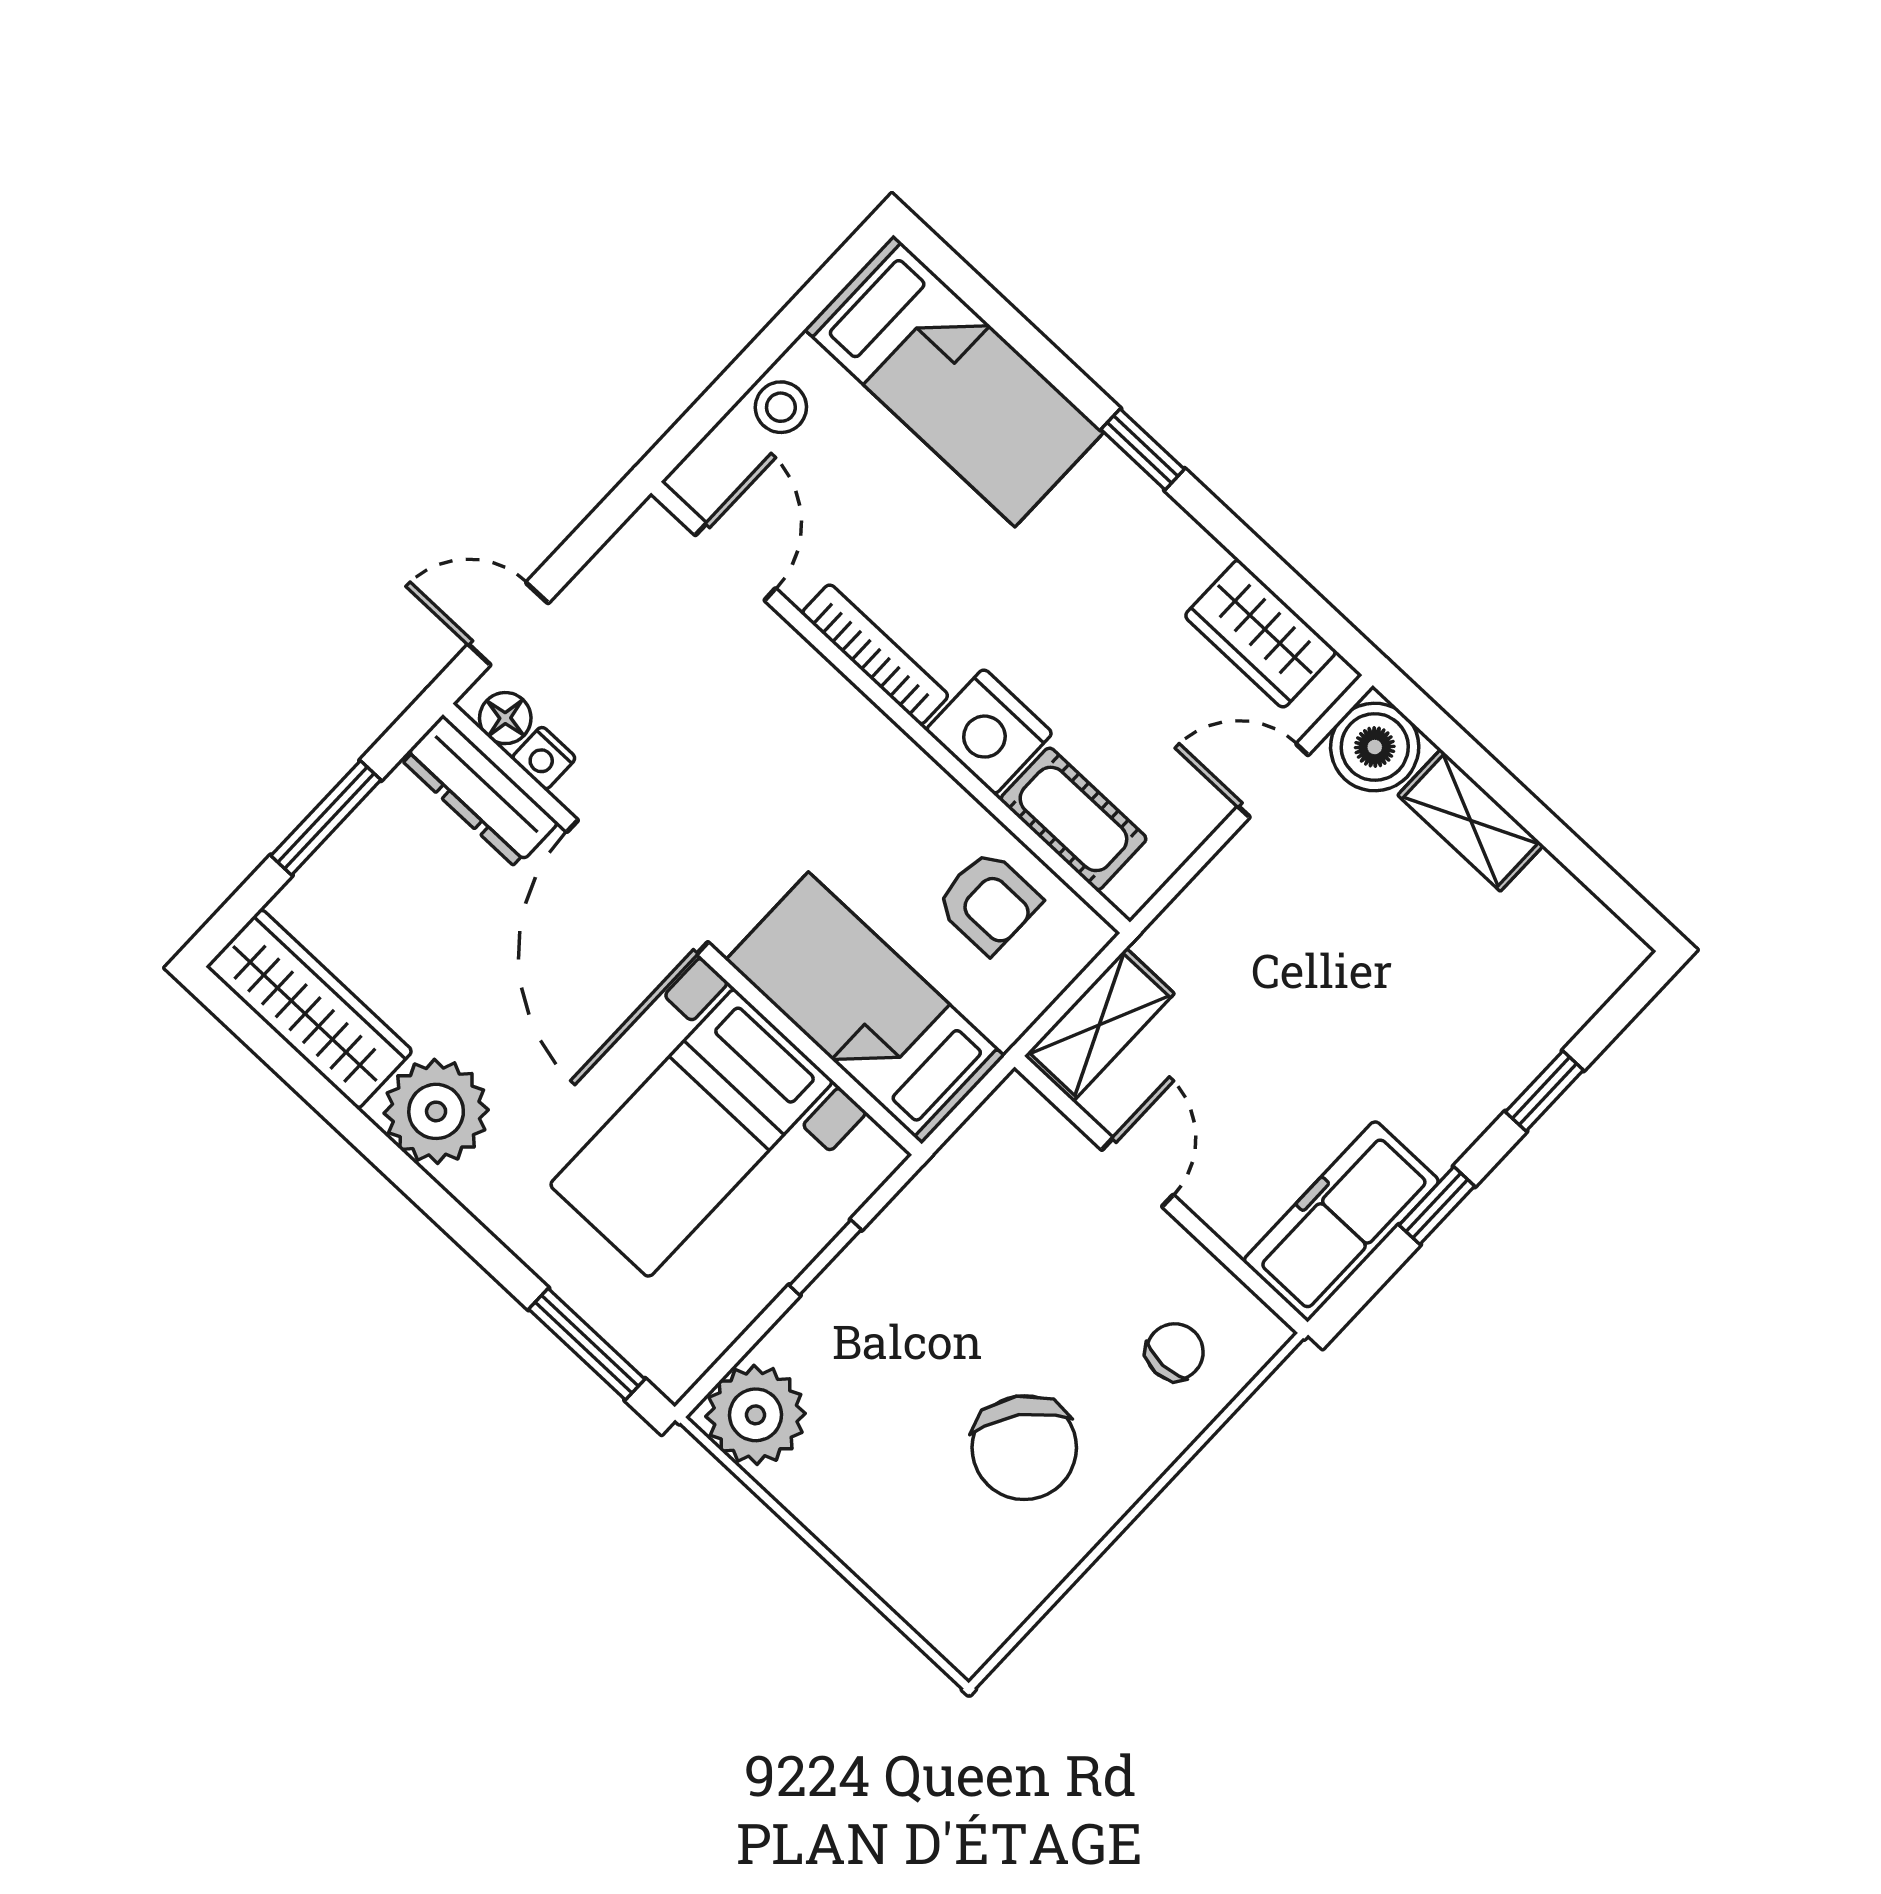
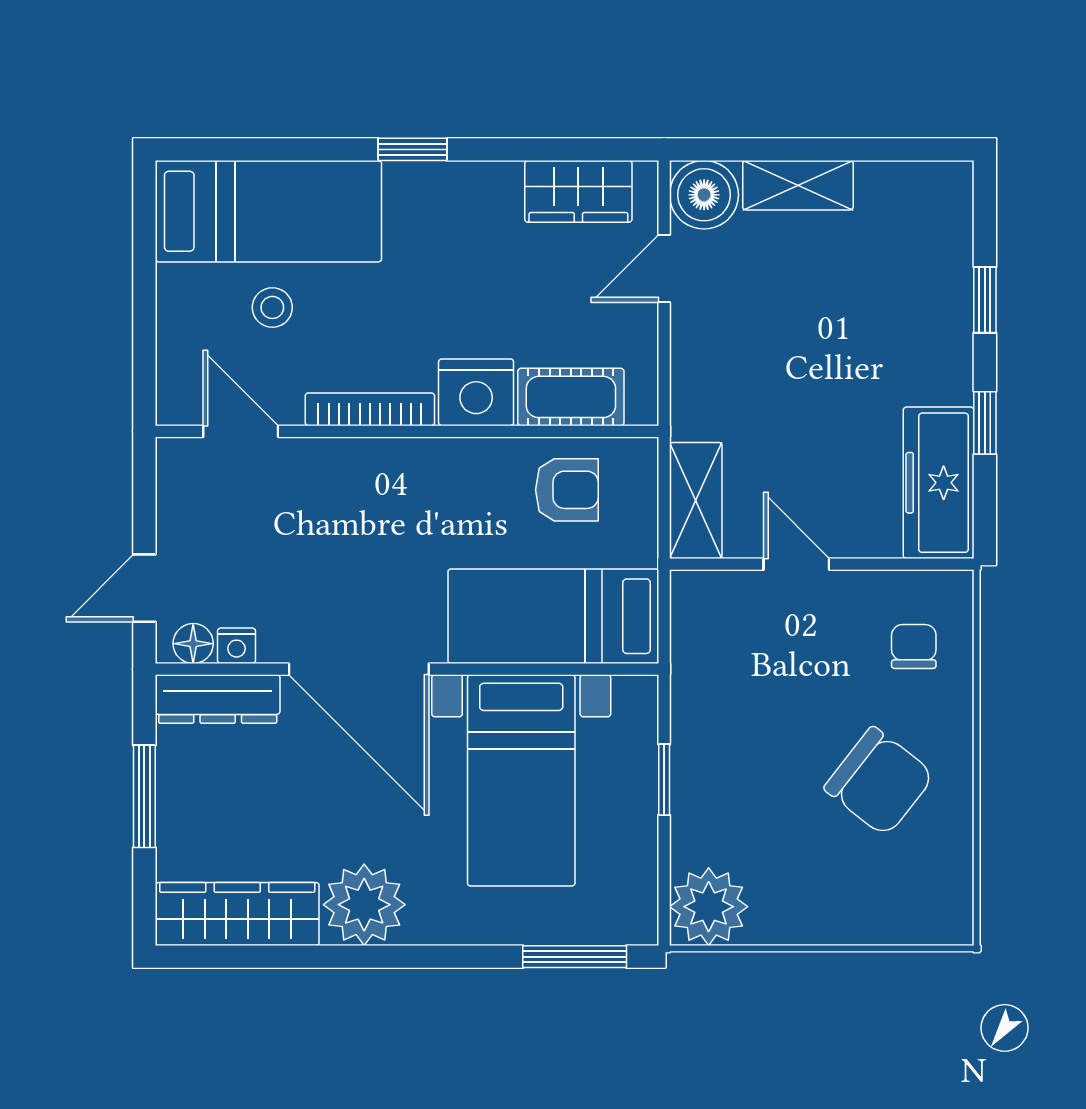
stool: (781, 407) -> (272, 307), moved

